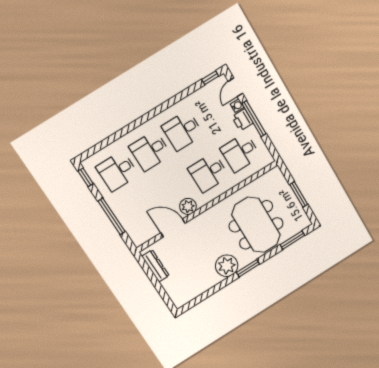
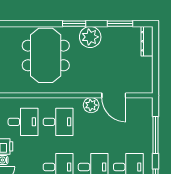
window: (292, 240) -> (120, 24), moved
dresser: (155, 266) -> (147, 41), moved

